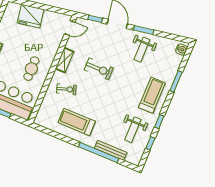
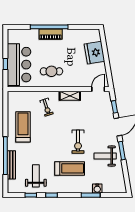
door: (70, 28) -> (98, 89), swing flipped
water cooler: (181, 49) -> (97, 189), moved
exercise bike: (99, 69) -> (78, 142), moved
treadmill: (152, 95) -> (70, 168), moved
weight bench: (133, 130) -> (36, 176), turned 90

